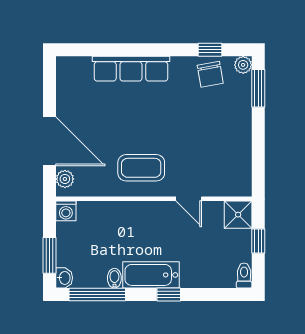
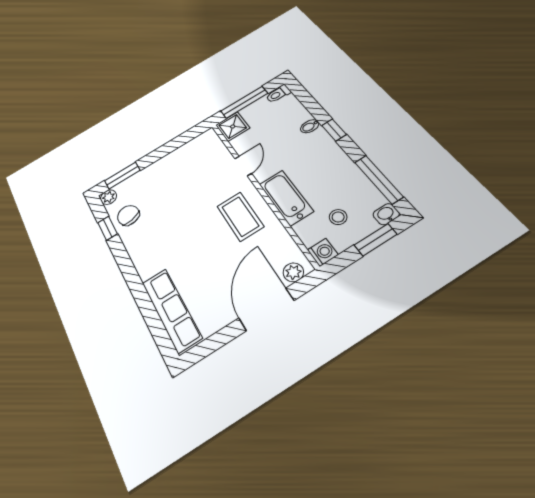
row of seats: (131, 69) -> (171, 310), moved
chair: (210, 74) -> (128, 215), turned -93
window: (258, 241) -> (244, 102), width x2.17
stool: (87, 242) -> (338, 217), added
bathtub: (151, 275) -> (286, 198), moved, turned 180
bidet: (114, 278) -> (310, 126), moved

